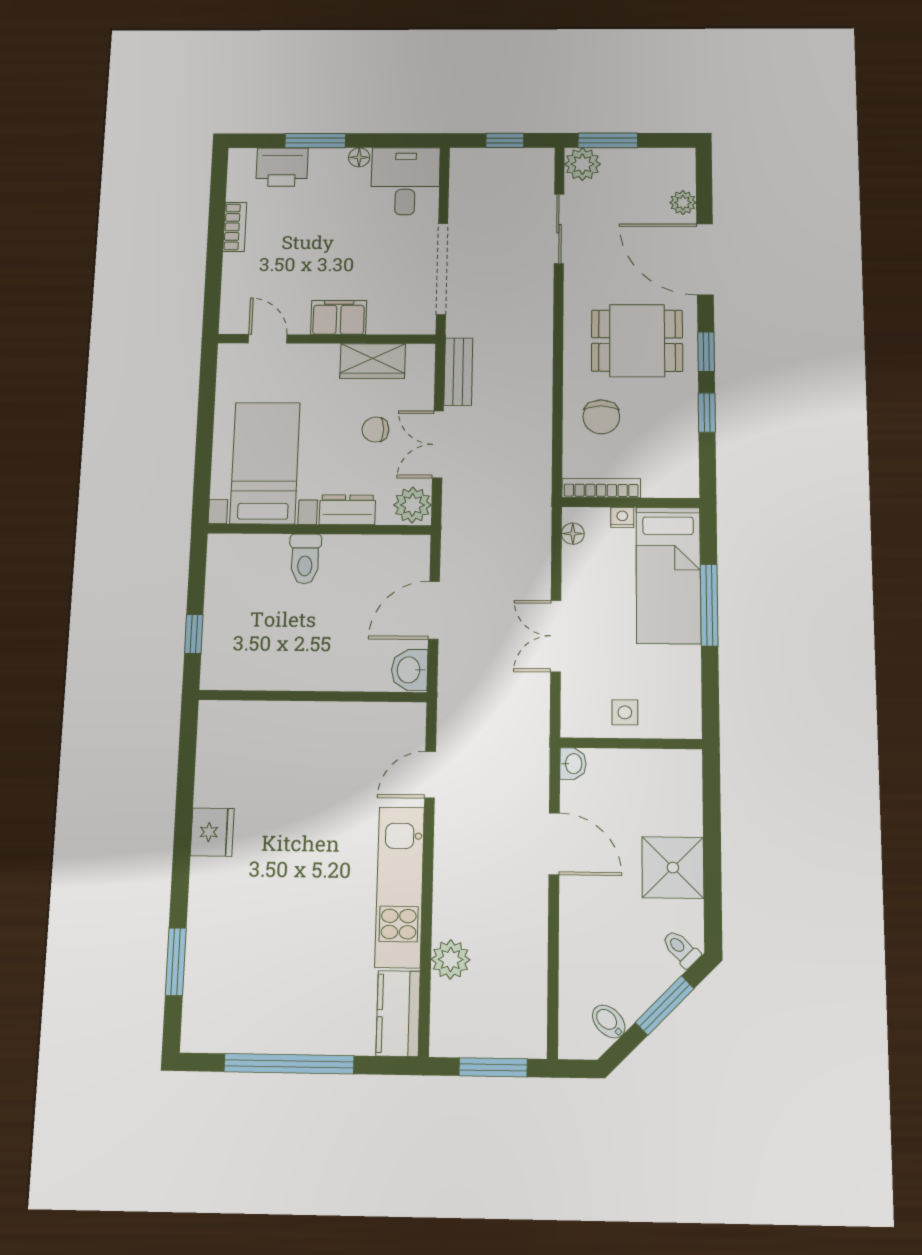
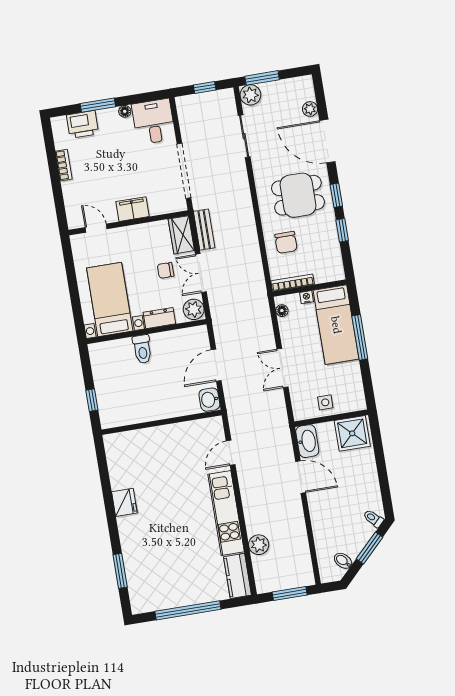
wardrobe: (373, 361) -> (181, 235), moved, turned 90
washbasin: (573, 764) -> (307, 441), width x1.91, depth x1.45
shower: (673, 868) -> (352, 433), moved

